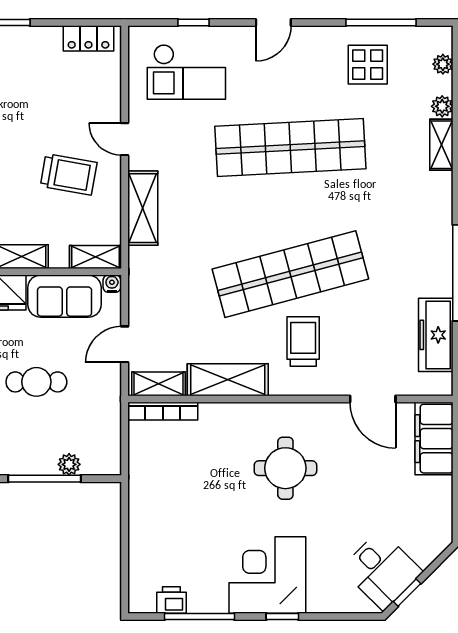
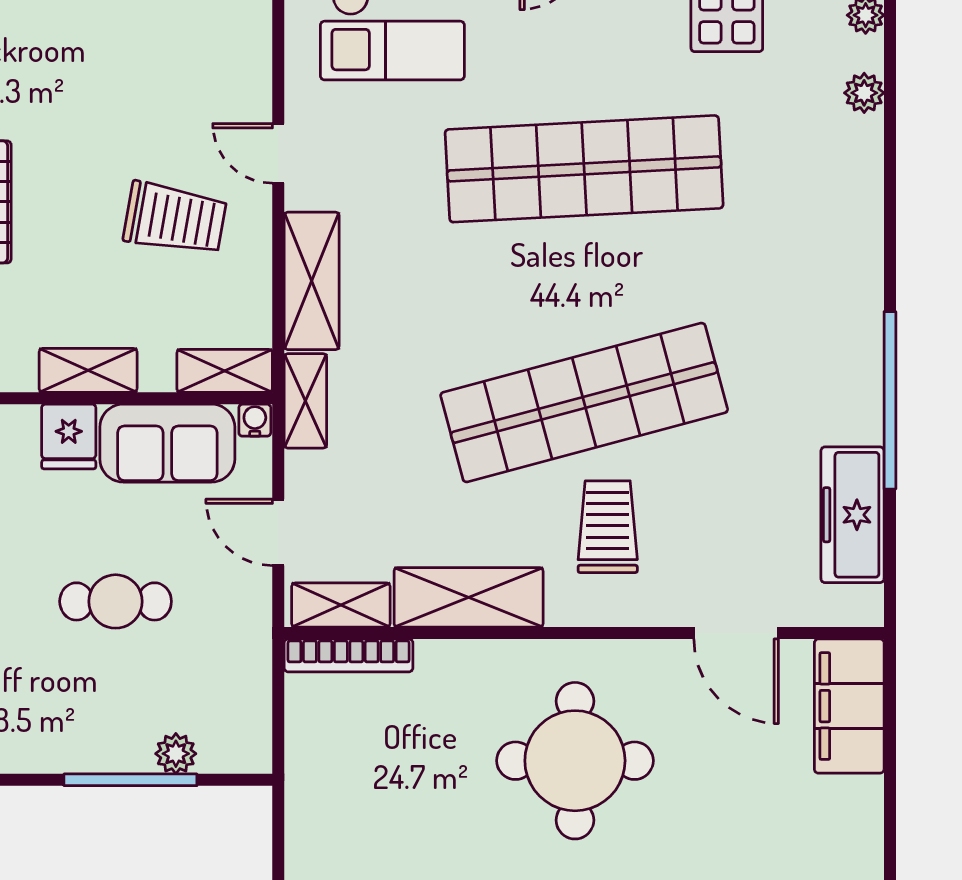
shelving: (441, 145) -> (305, 401), moved
door: (125, 344) -> (278, 532), hinge flipped
round table: (285, 468) -> (575, 761), width x1.36, depth x1.36

